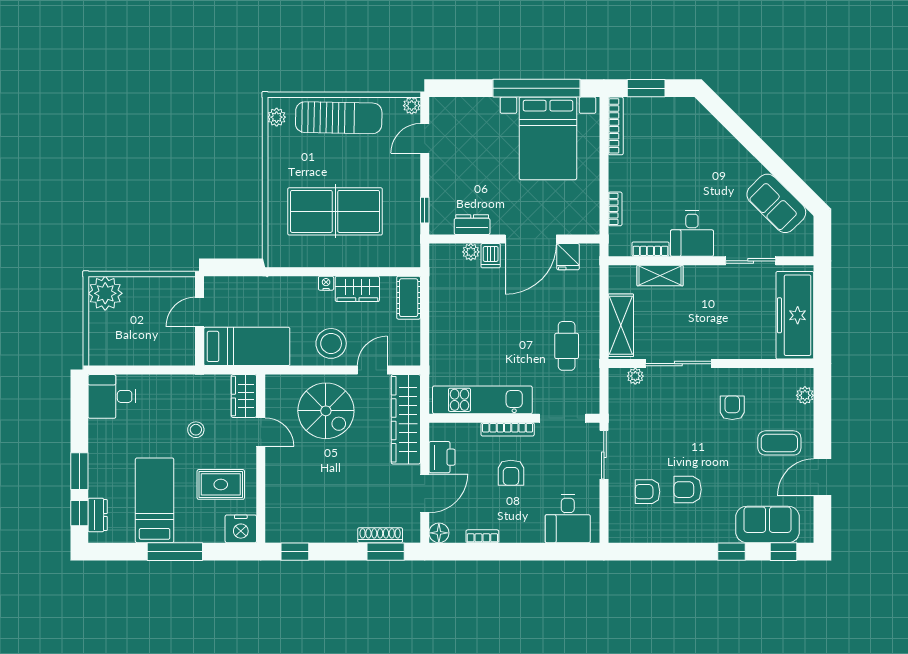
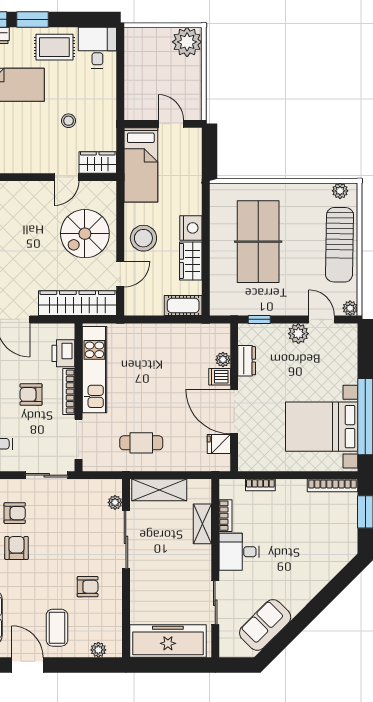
plant: (441, 165) -> (298, 334), added
nightstand: (326, 283) -> (191, 228), width x1.89, depth x1.79
door: (372, 370) -> (120, 274), hinge flipped
printer: (442, 457) -> (63, 353), moved, turned 90
rug: (221, 484) -> (54, 47), moved, turned 90
armchair: (647, 492) -> (15, 513), turned 90

